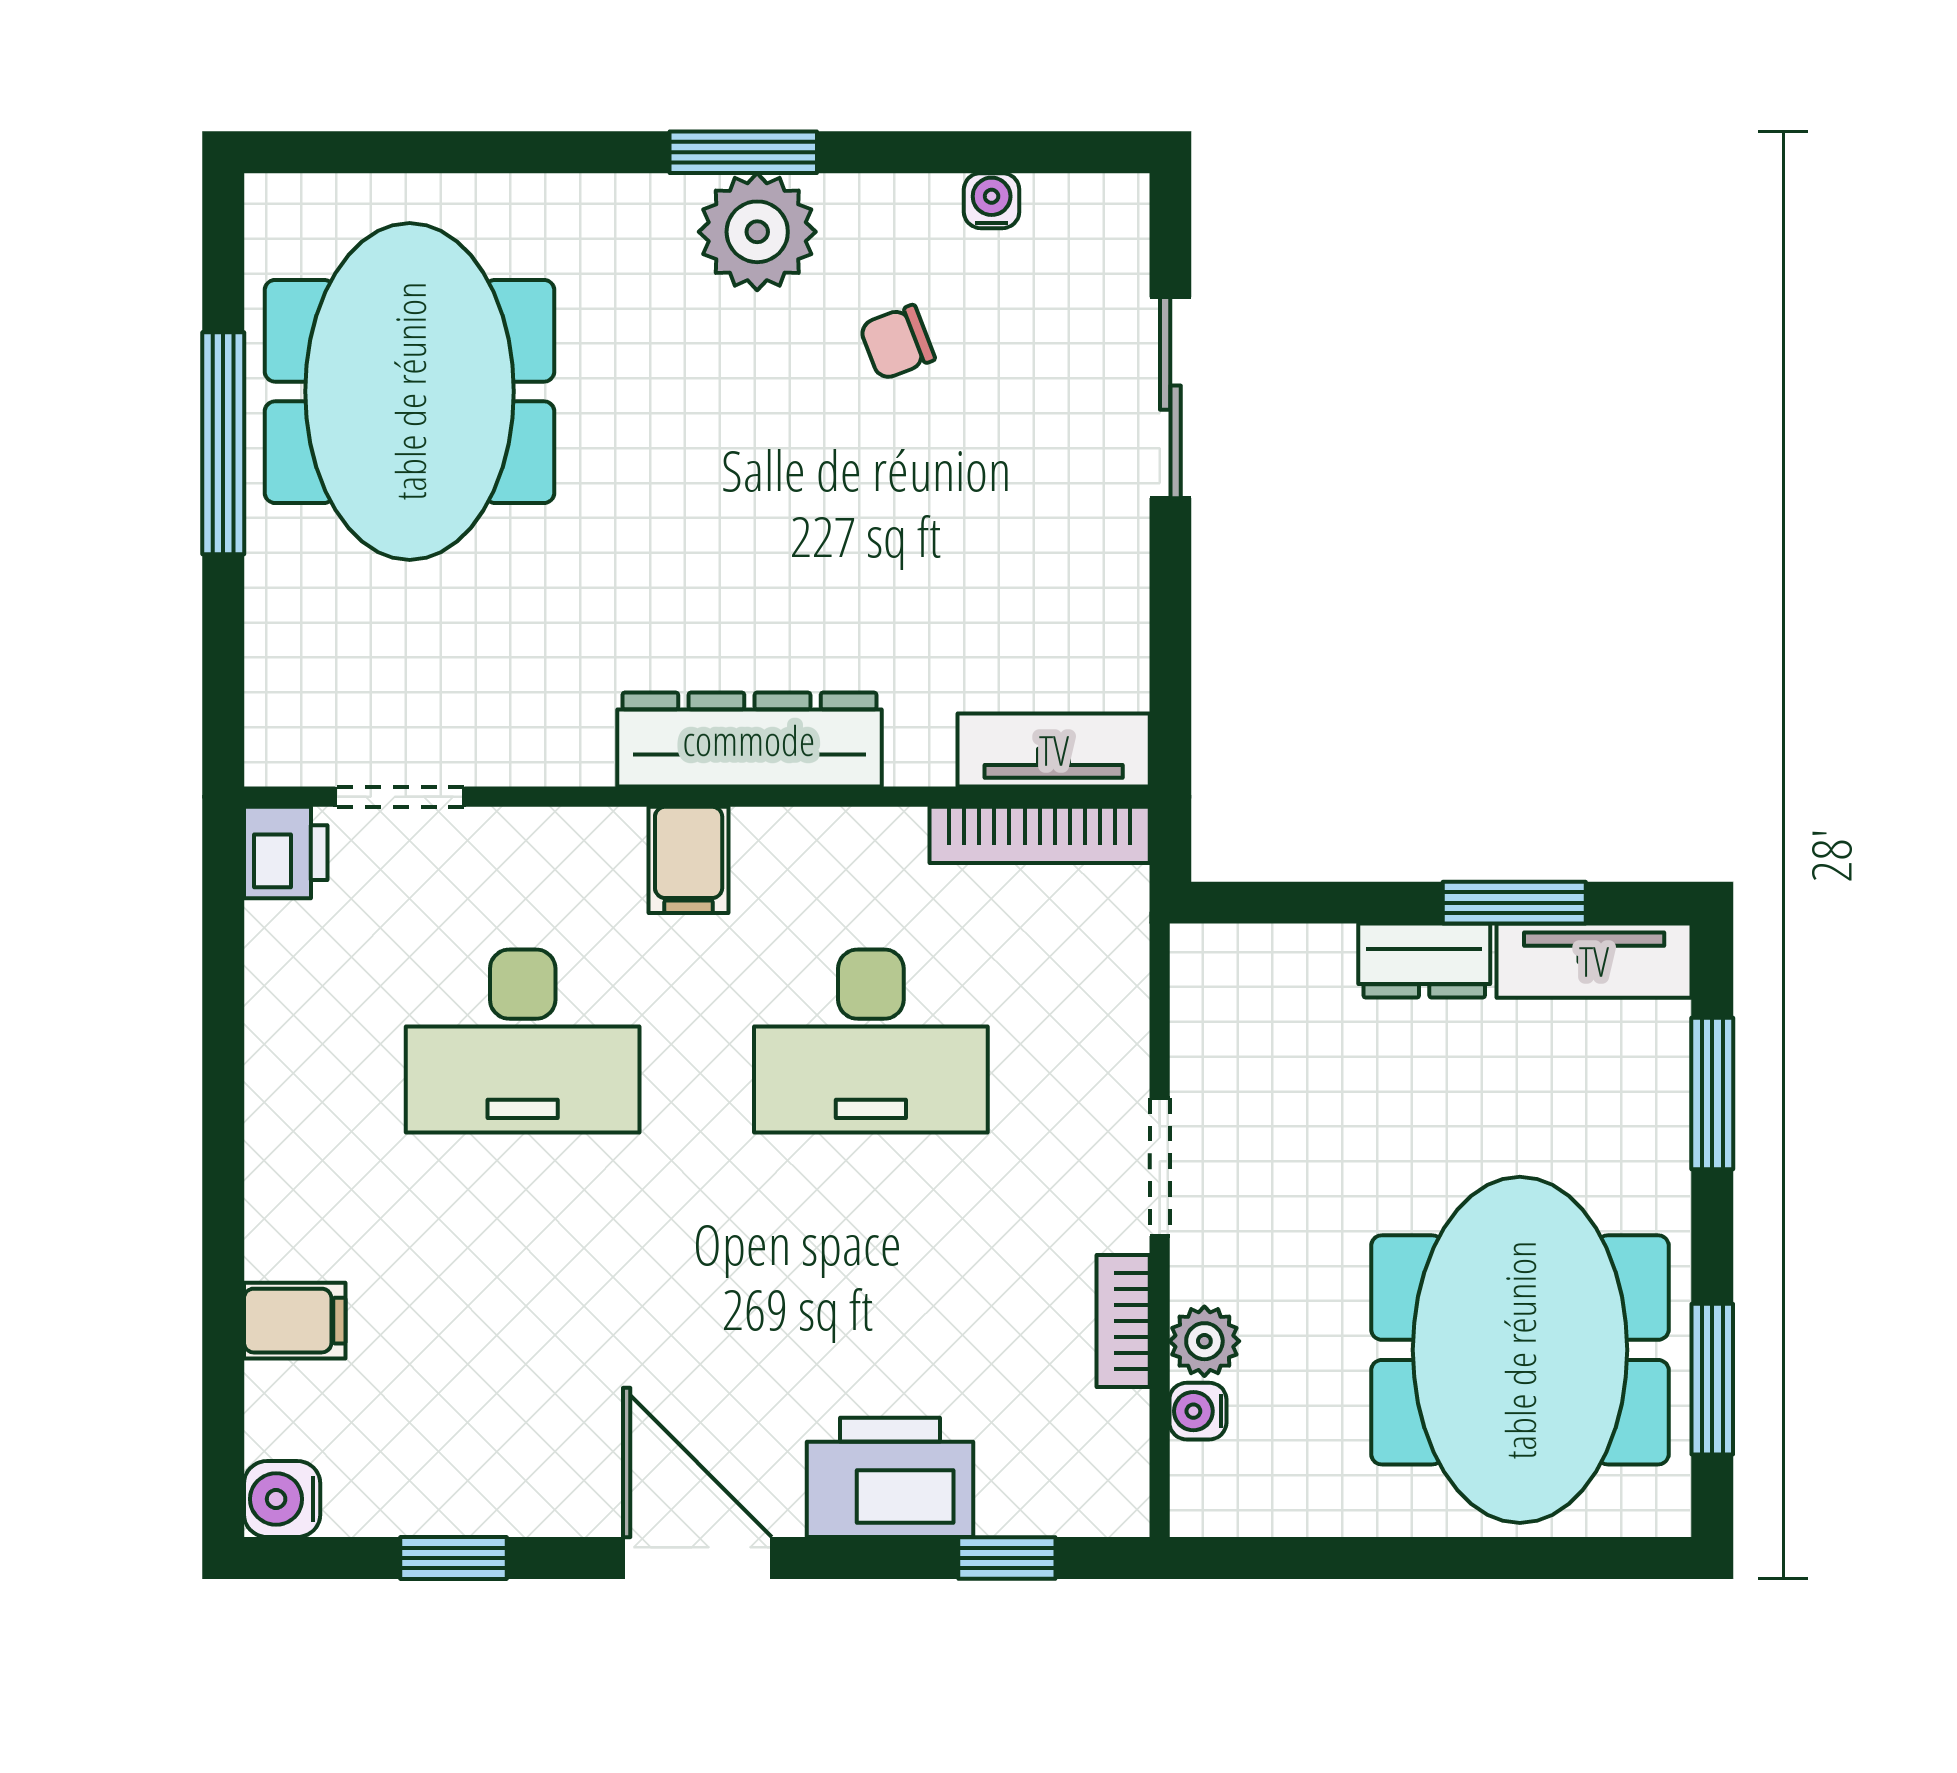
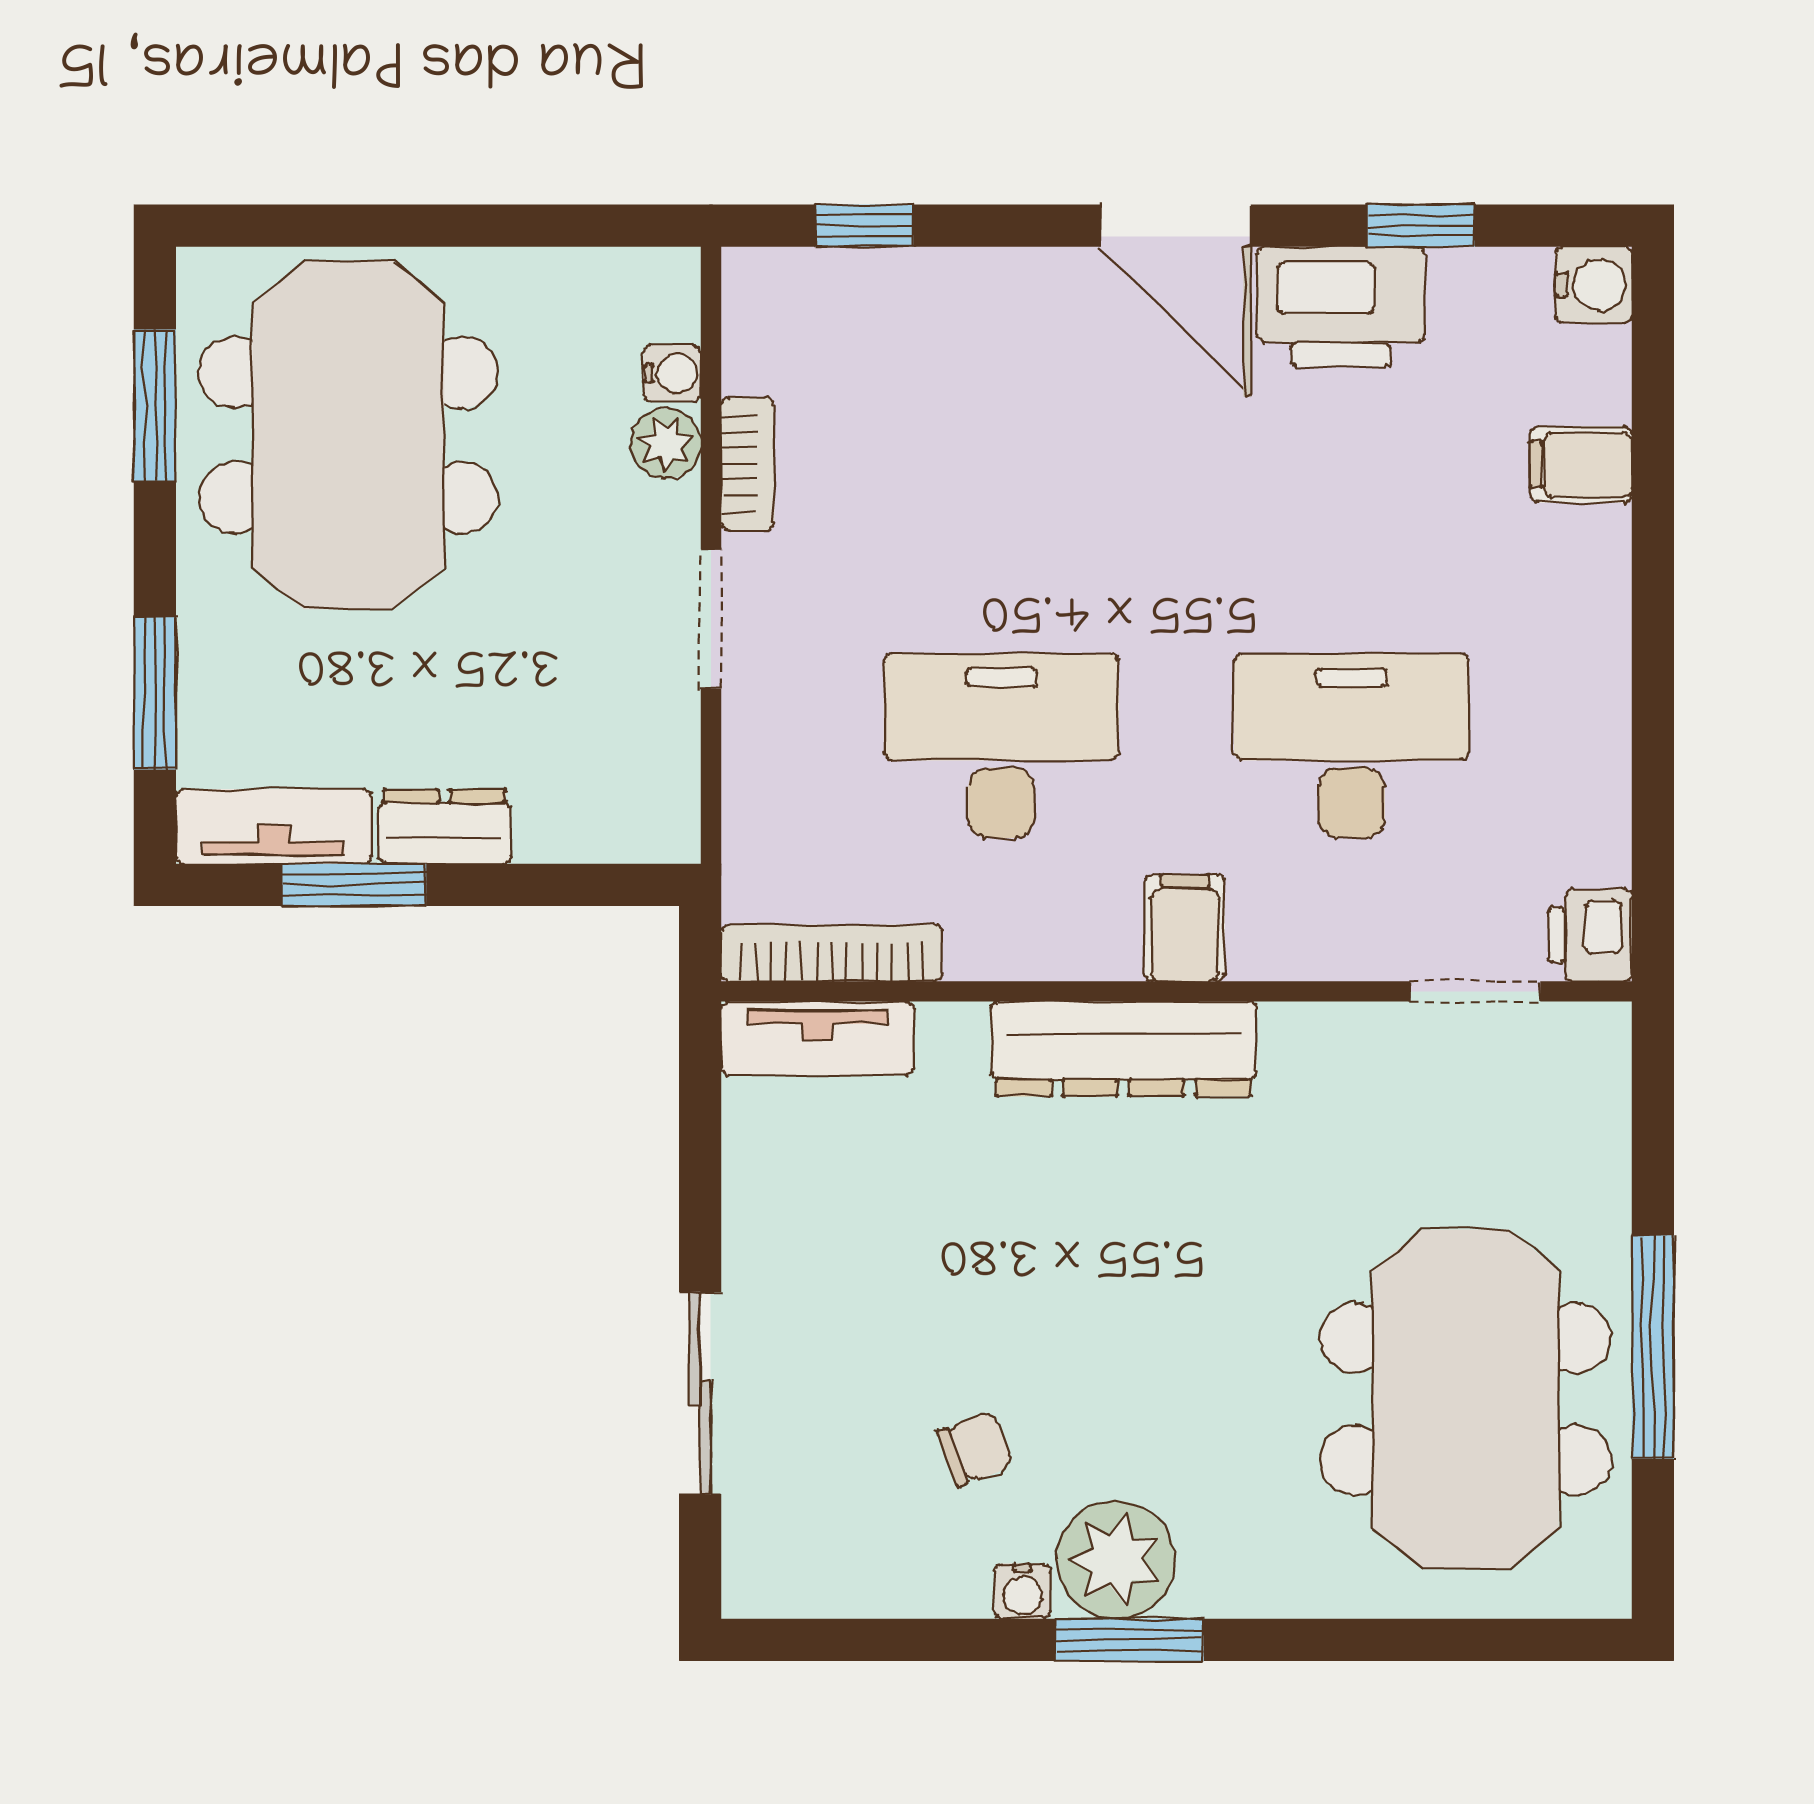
water cooler: (992, 201) -> (1022, 1591), moved
printer: (890, 1477) -> (1341, 307), moved

